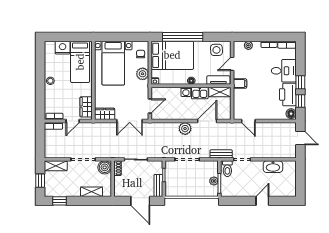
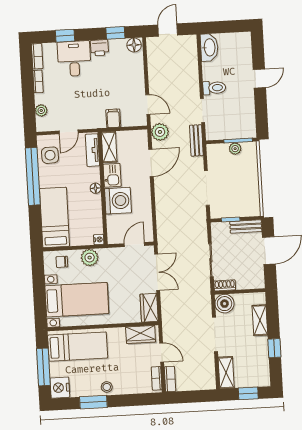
window: (67, 37) -> (43, 367), added
window: (183, 37) -> (33, 176), moved
nightstand: (63, 48) -> (60, 388), moved
bed: (172, 55) -> (55, 217), width x0.67
door: (232, 64) -> (69, 132), hinge flipped
window: (40, 71) -> (93, 402), added
window: (300, 82) -> (65, 36), moved
filing cabinet: (240, 84) -> (113, 118), moved
washing machine: (186, 92) -> (118, 201), width x1.89, depth x1.89
printer: (288, 94) -> (100, 48), width x0.53, depth x0.68
door: (150, 106) -> (134, 245), hinge flipped
door: (207, 121) -> (151, 163), swing flipped
door: (248, 121) -> (148, 104), hinge flipped
plant: (185, 129) -> (160, 132), moved
washbasin: (273, 167) -> (209, 47), moved
toilet: (227, 169) -> (214, 88), moved
window: (59, 201) -> (274, 348), moved
door: (262, 201) -> (259, 79), swing flipped

